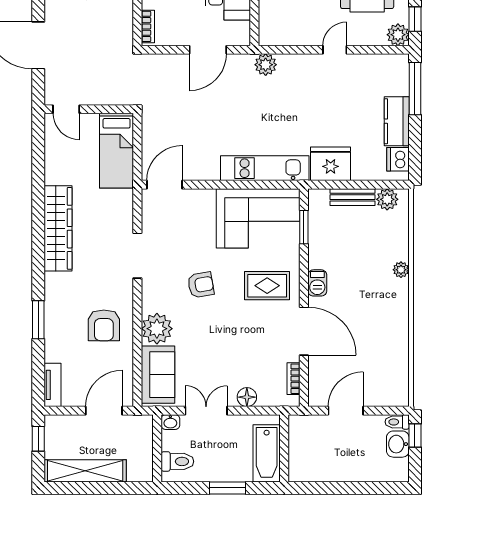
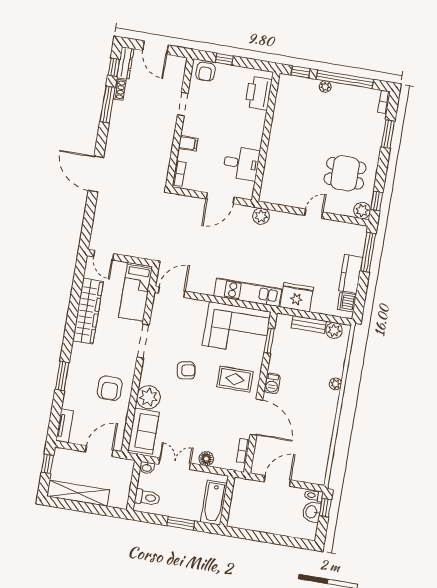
door: (66, 109) -> (104, 255), moved
wall: (89, 109) -> (120, 258), moved
bed: (117, 151) -> (136, 292), moved

